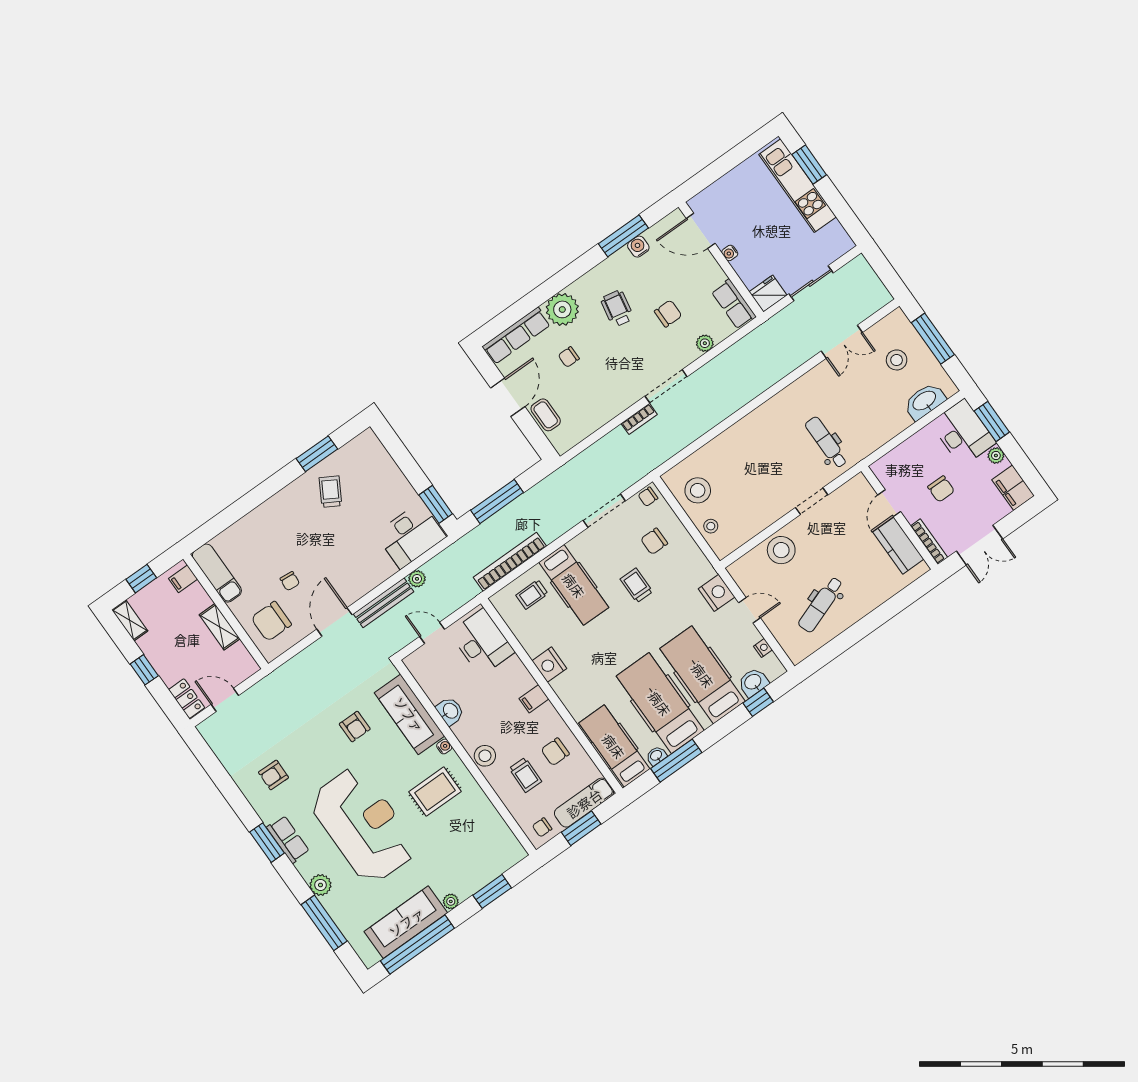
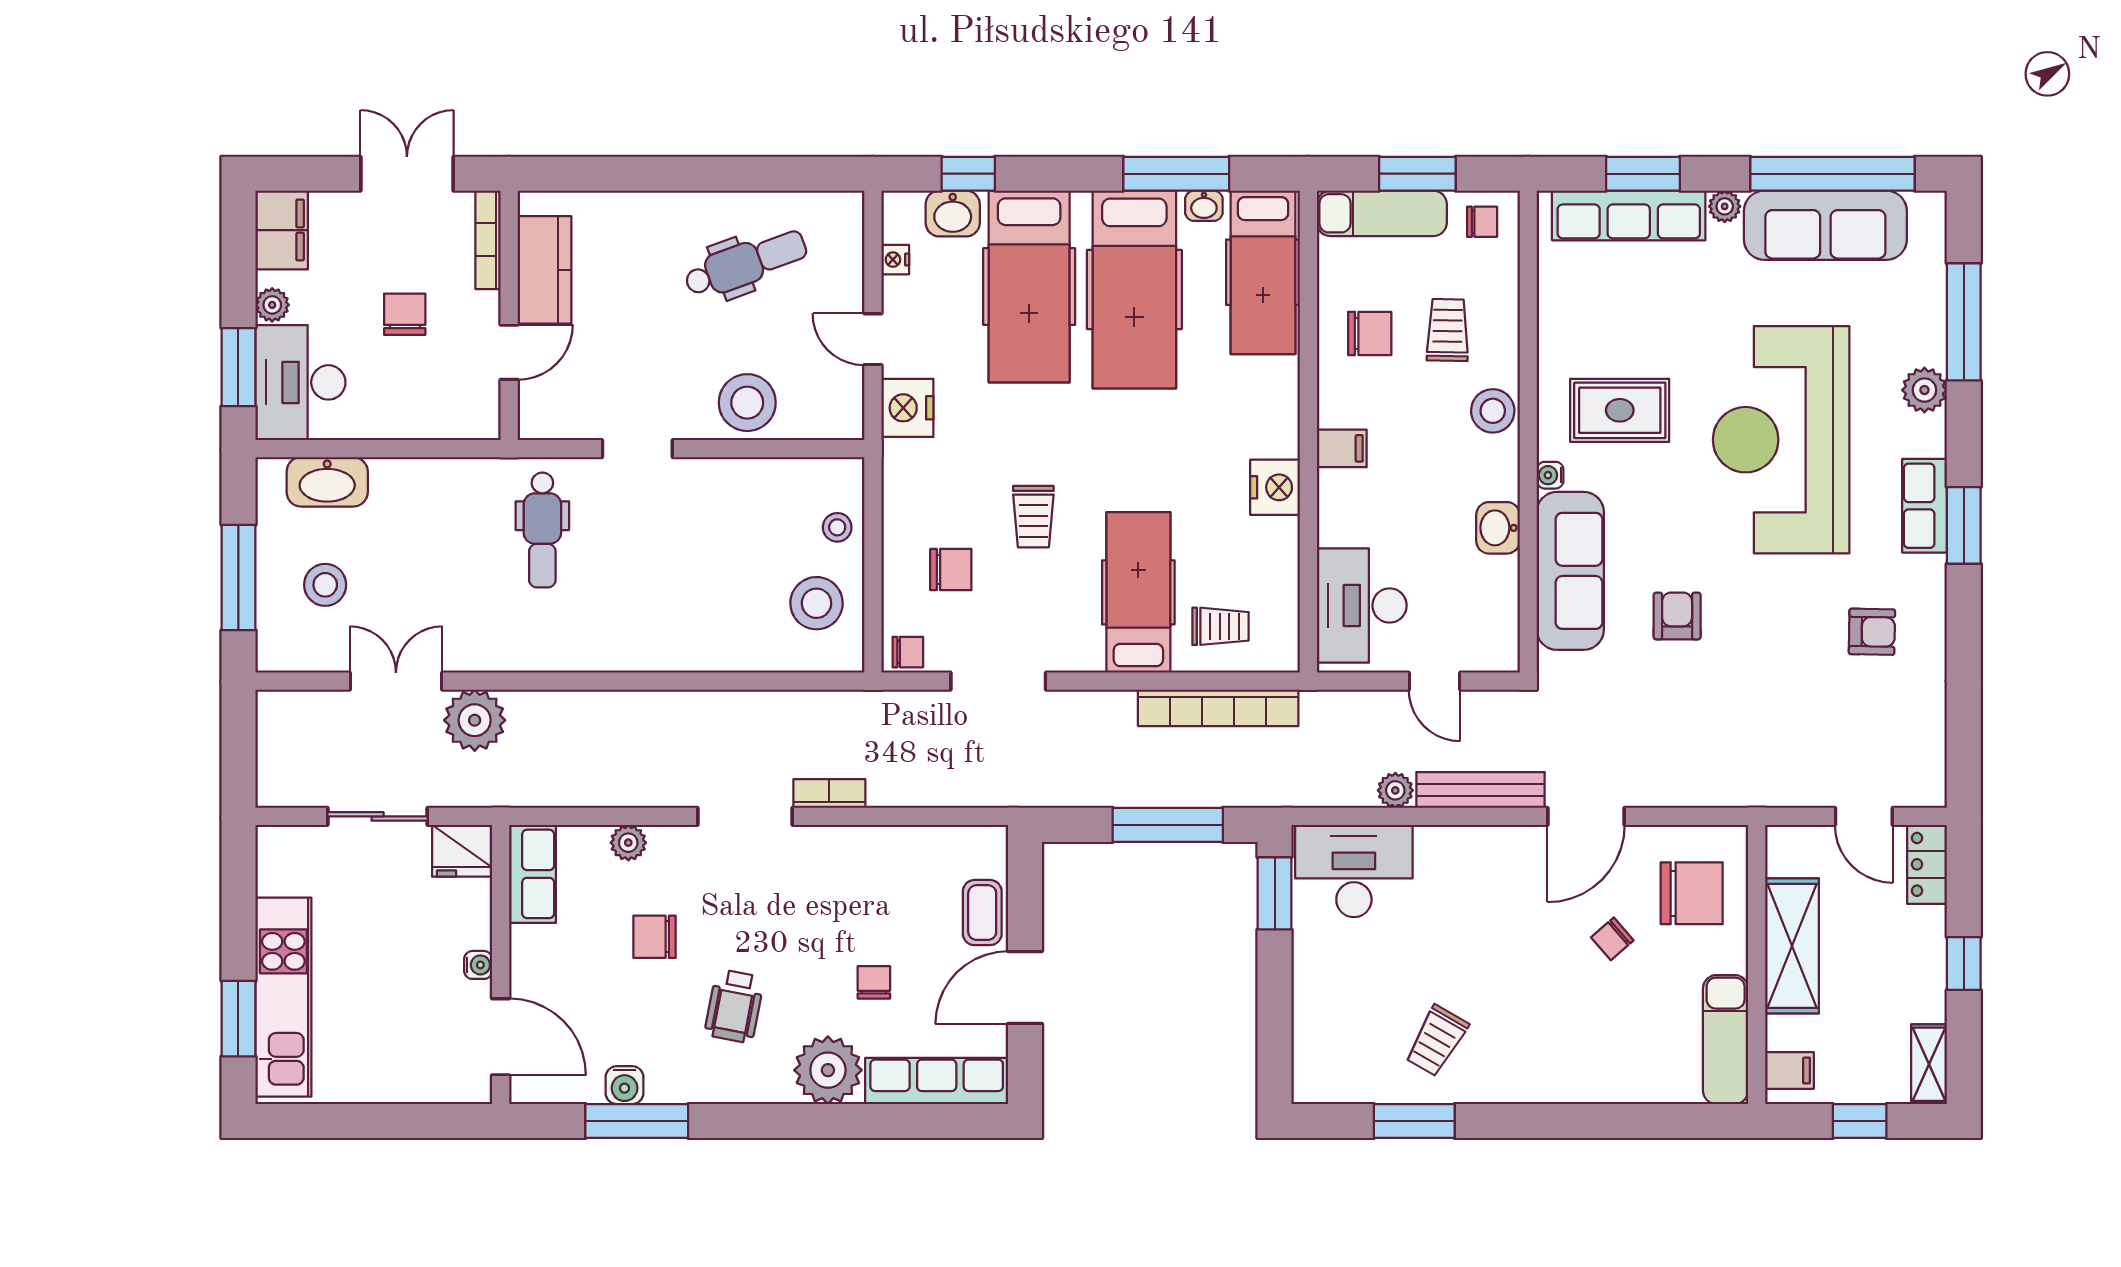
plant: (800, 348) -> (475, 720), added
chair: (569, 357) -> (874, 982), turned -90
chair: (290, 581) -> (1612, 939), turned -136
shelving: (220, 627) -> (1792, 946), width x1.50, depth x1.33
row of seats: (486, 871) -> (1629, 215), added

